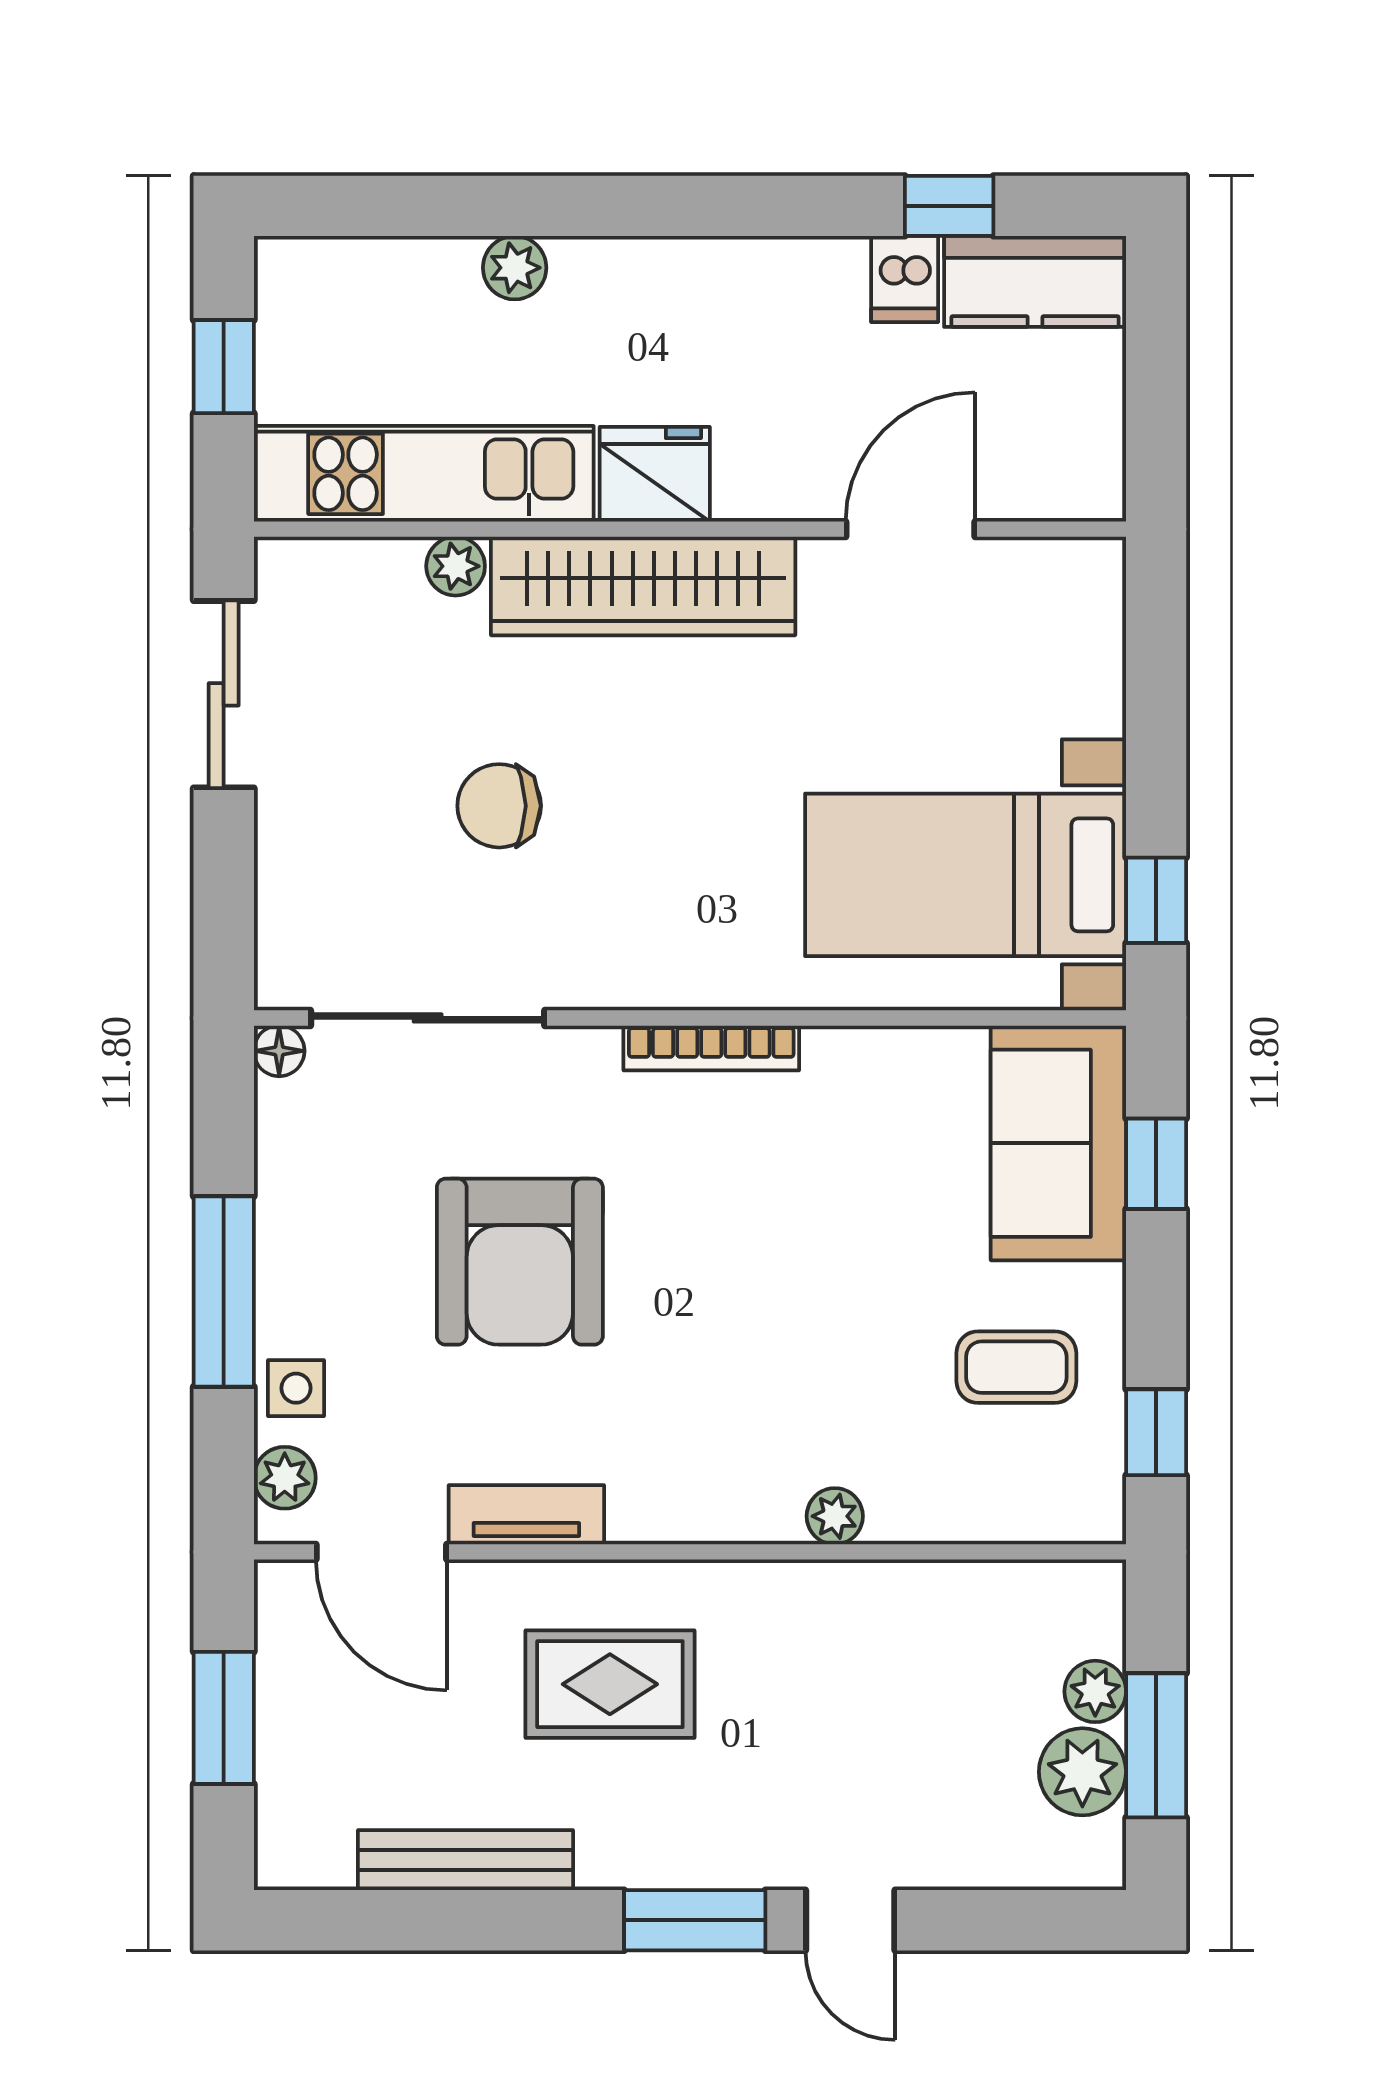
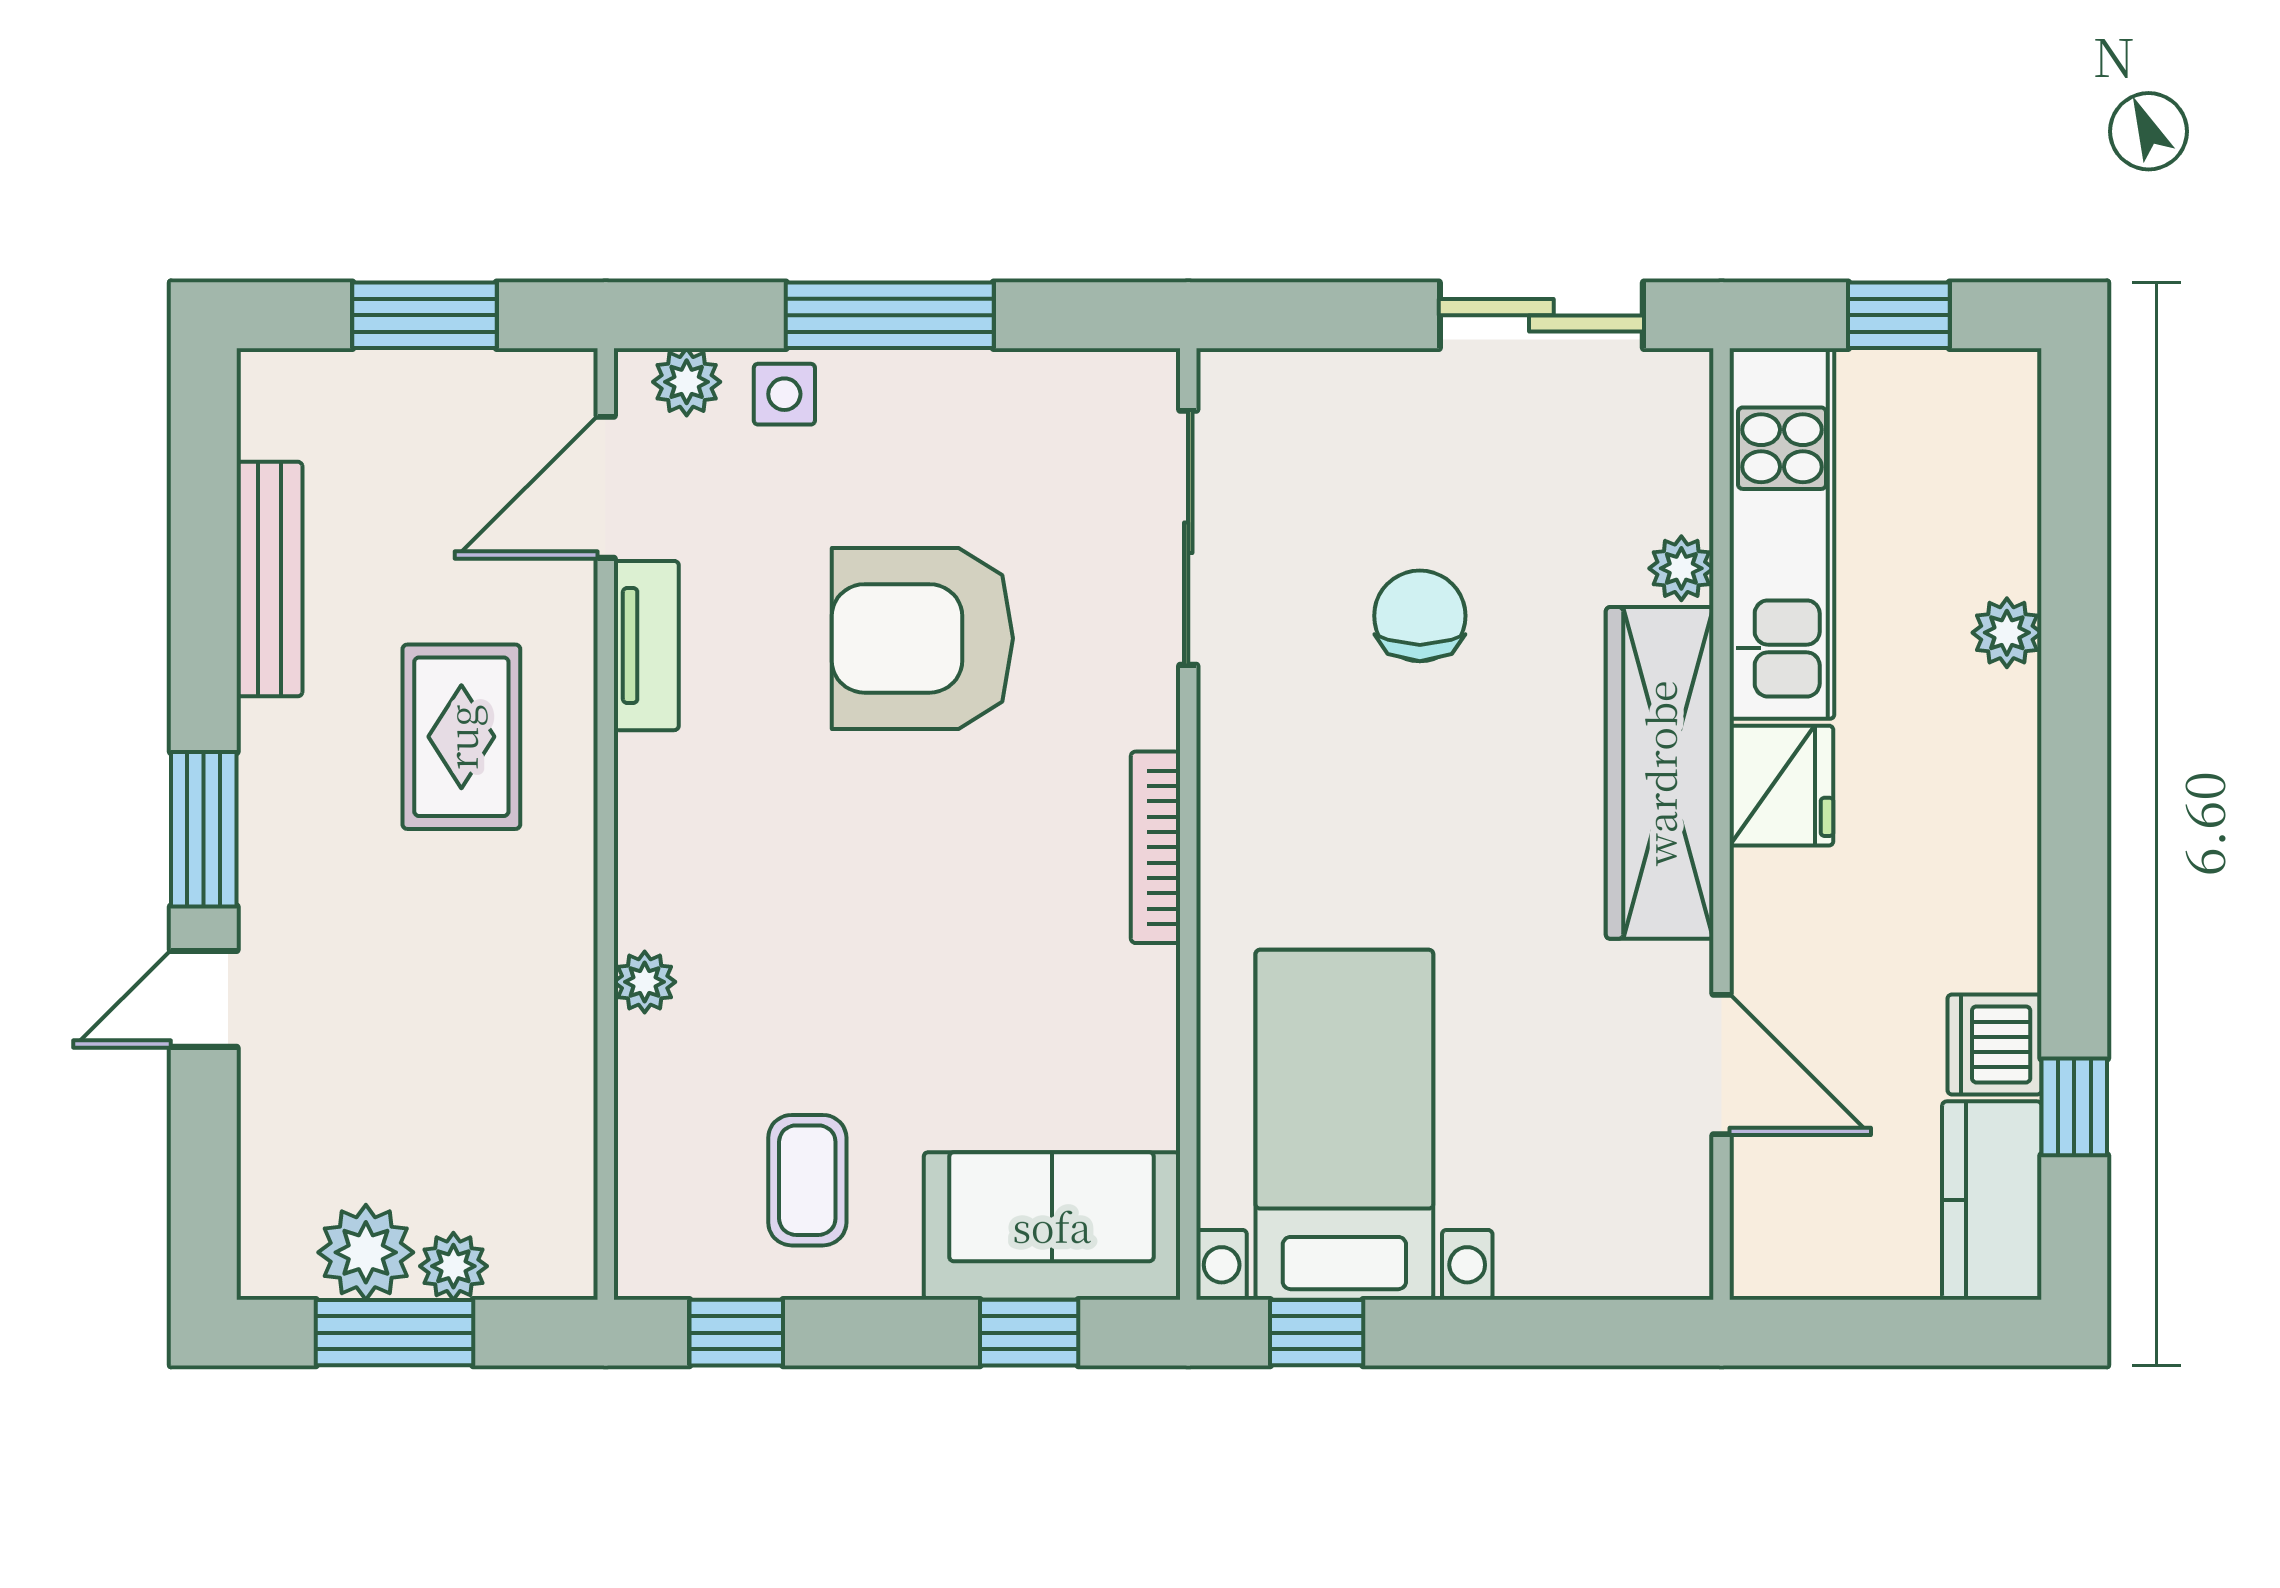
dishwasher: (905, 279) -> (1995, 1044), width x1.38
floor lamp: (279, 1051) -> (1152, 376), removed

